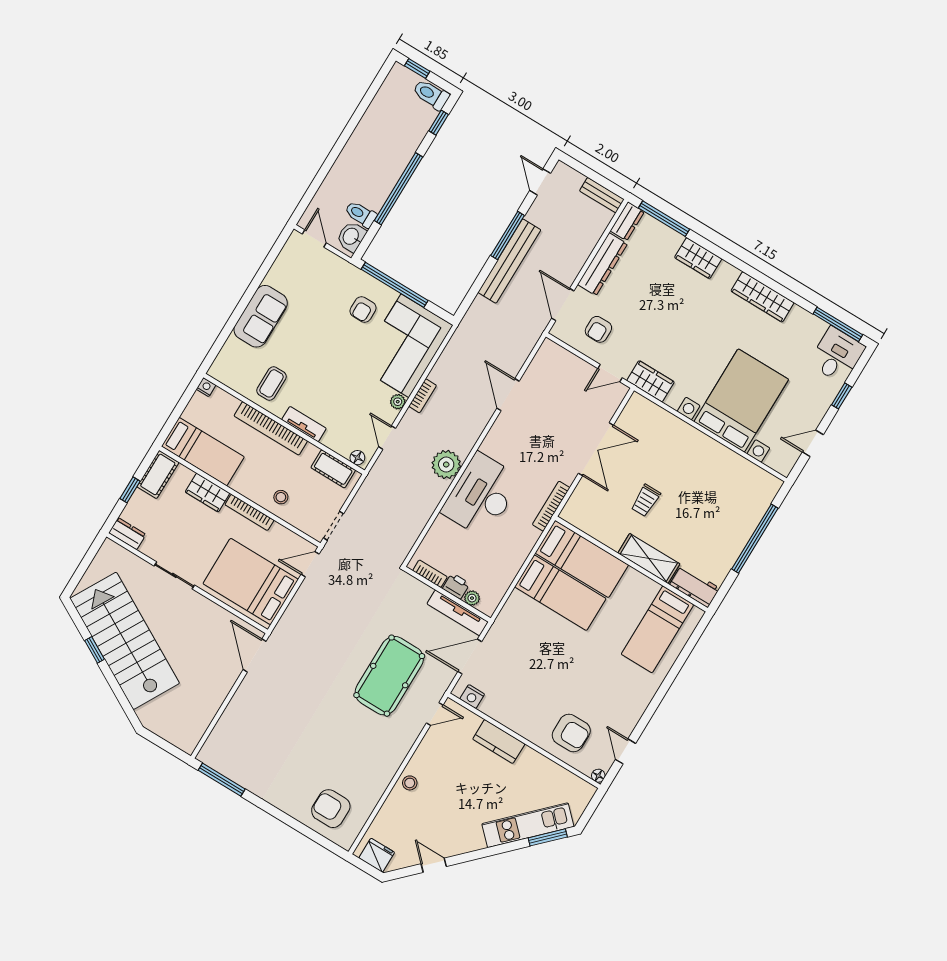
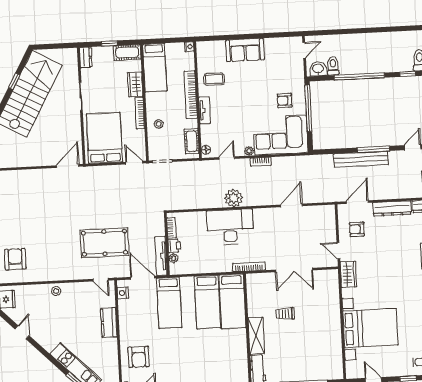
bed: (657, 629) -> (169, 303), moved, turned -90

